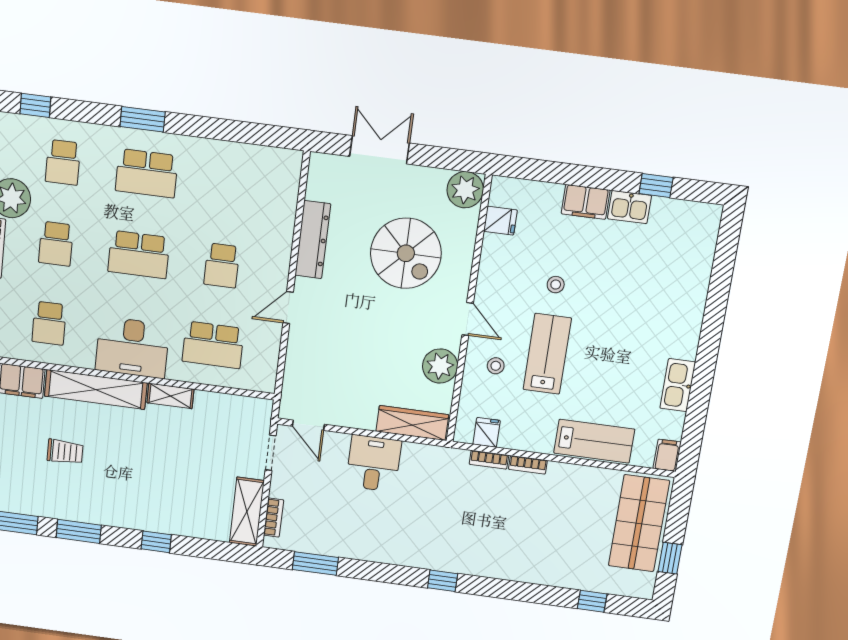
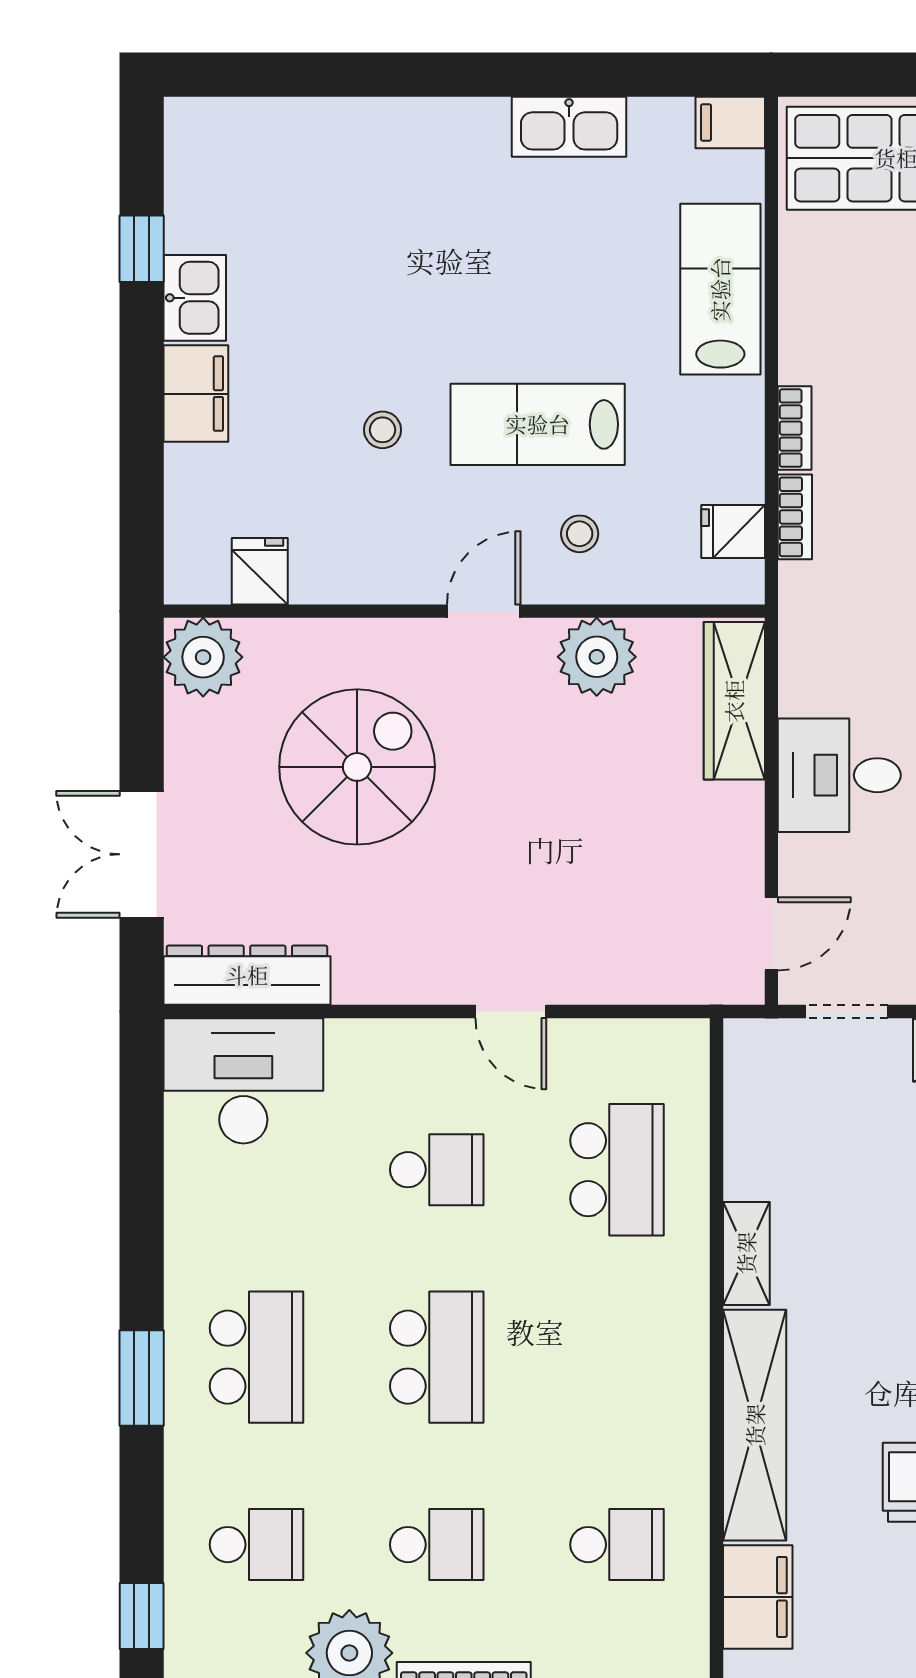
dresser: (313, 240) -> (247, 975), moved
desk: (132, 347) -> (243, 1081), moved, turned -90

